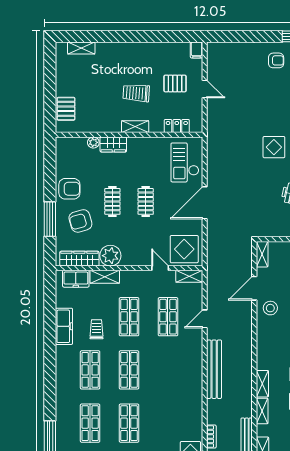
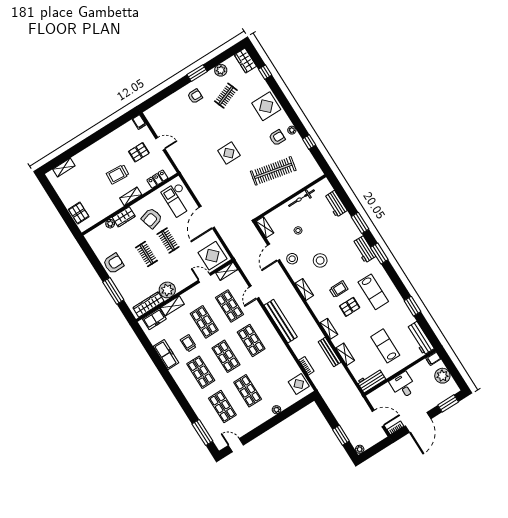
armchair: (80, 221) -> (152, 218), moved
shop shelf: (168, 370) -> (251, 340), added
shelving: (262, 384) -> (304, 289), moved

